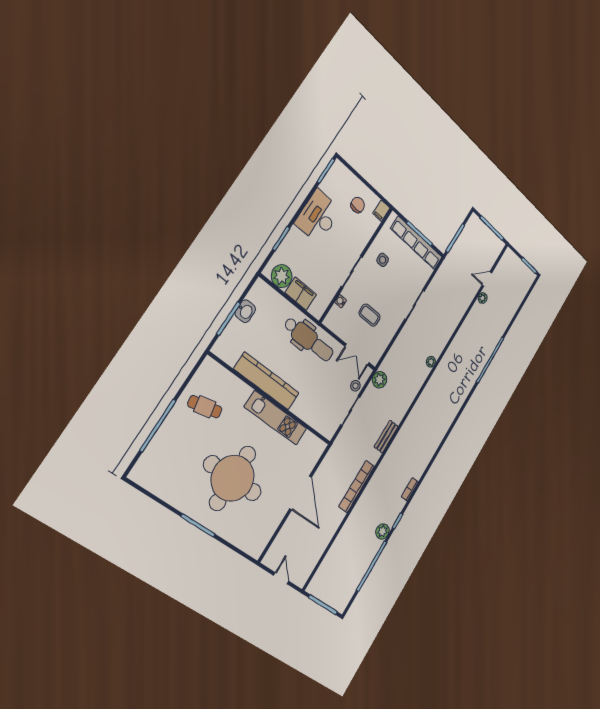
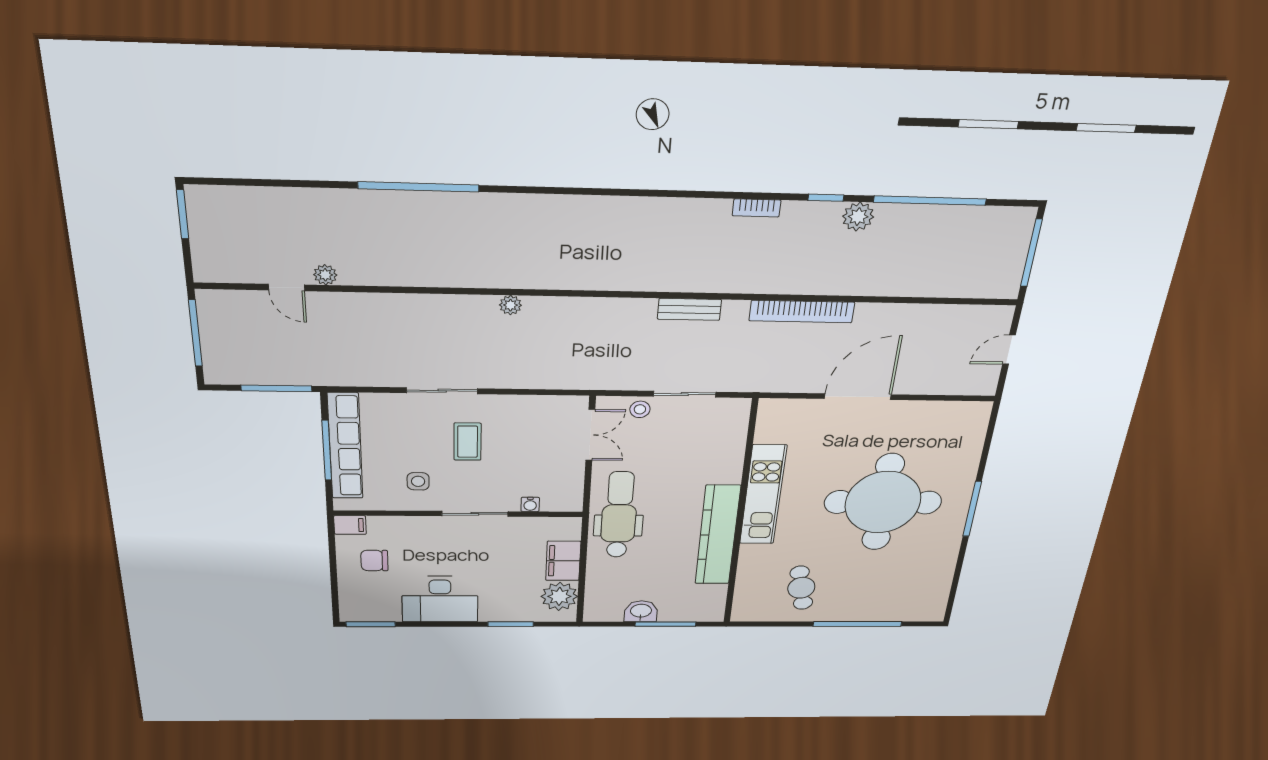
coffee table: (370, 315) -> (467, 442), moved
plant: (380, 380) -> (604, 377), removed

